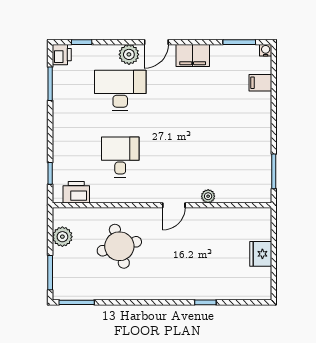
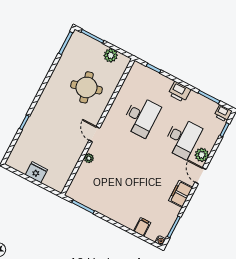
desk: (120, 157) -> (141, 117), width x1.37
printer: (76, 192) -> (179, 92), moved, turned 90

